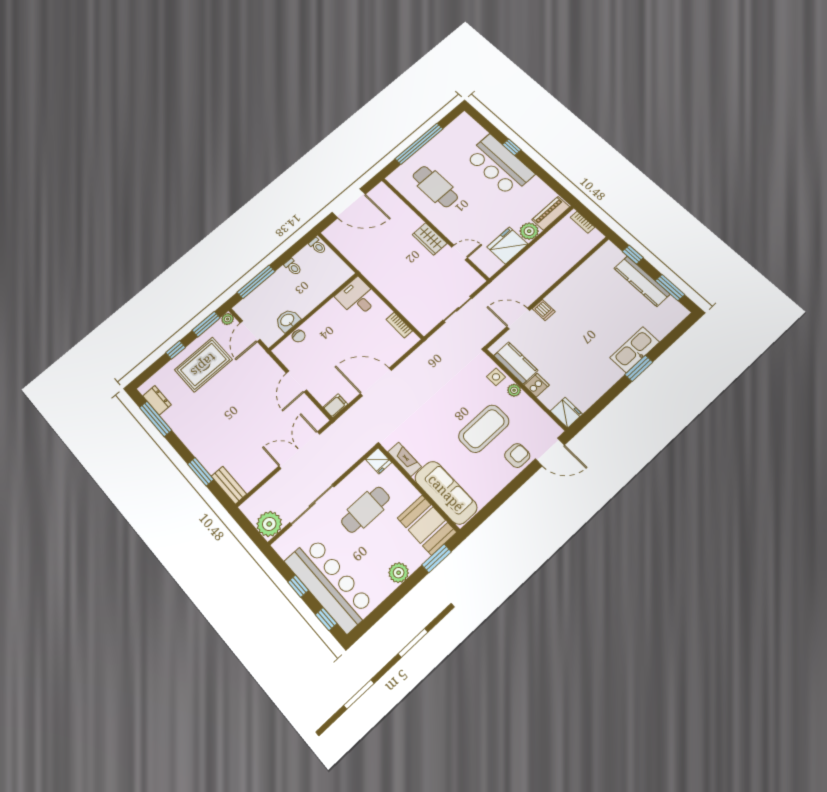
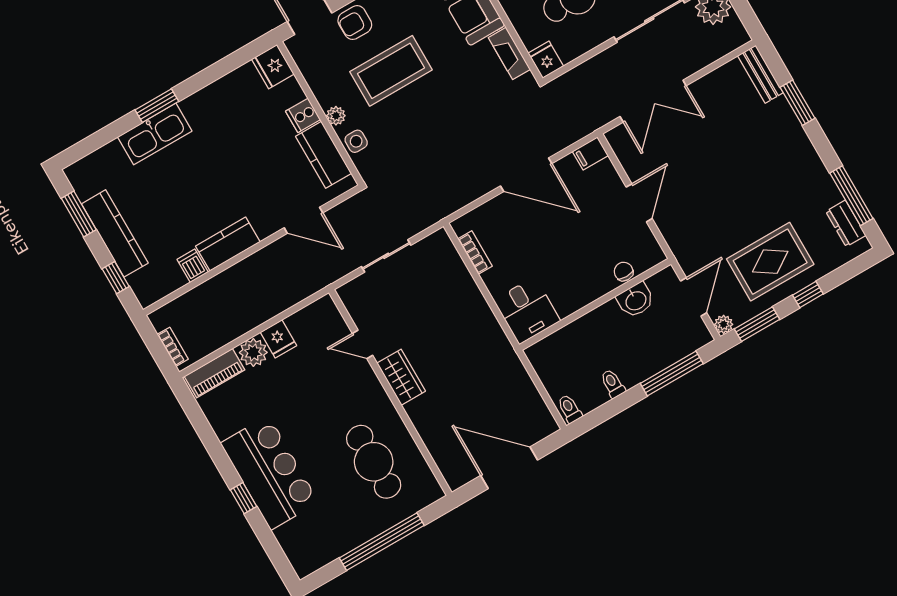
fridge: (507, 245) -> (278, 339), width x0.53, depth x0.75
kitchen counter: (565, 292) -> (228, 244), added
dishwasher: (544, 310) -> (193, 266), moved

